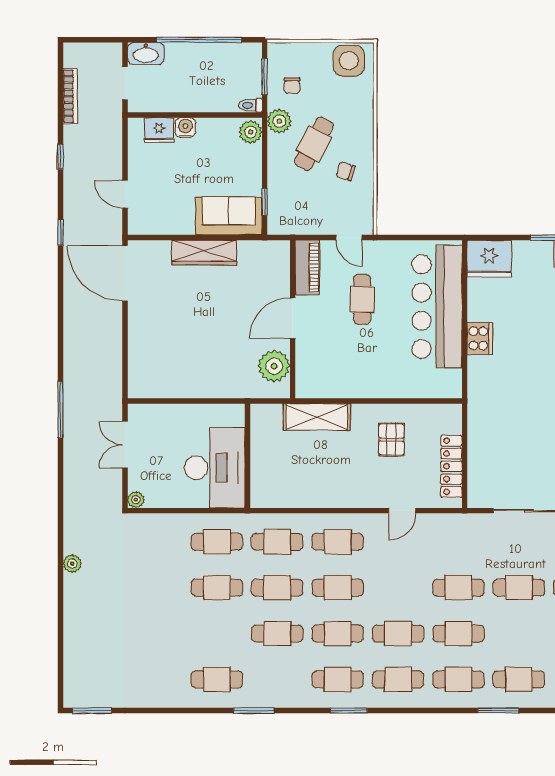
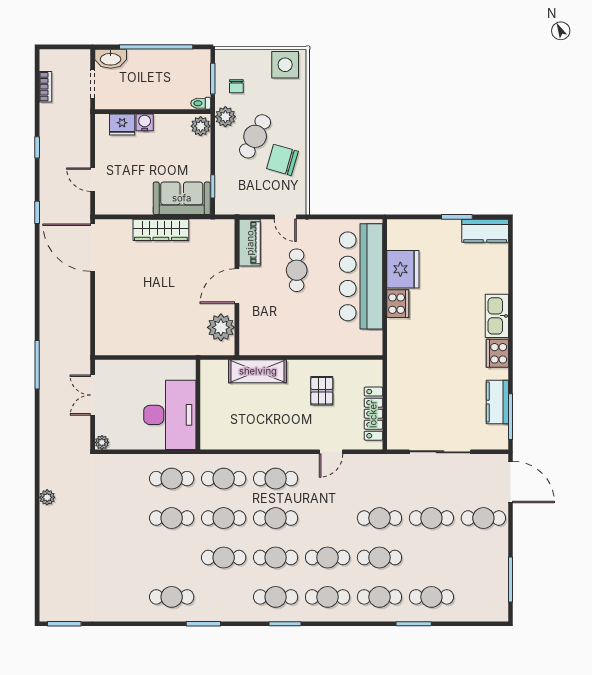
bookcase: (70, 96) -> (45, 87), width x0.64
chair: (346, 171) -> (282, 160), width x1.87, depth x1.87
fridge: (489, 259) -> (403, 269), moved, turned -90

